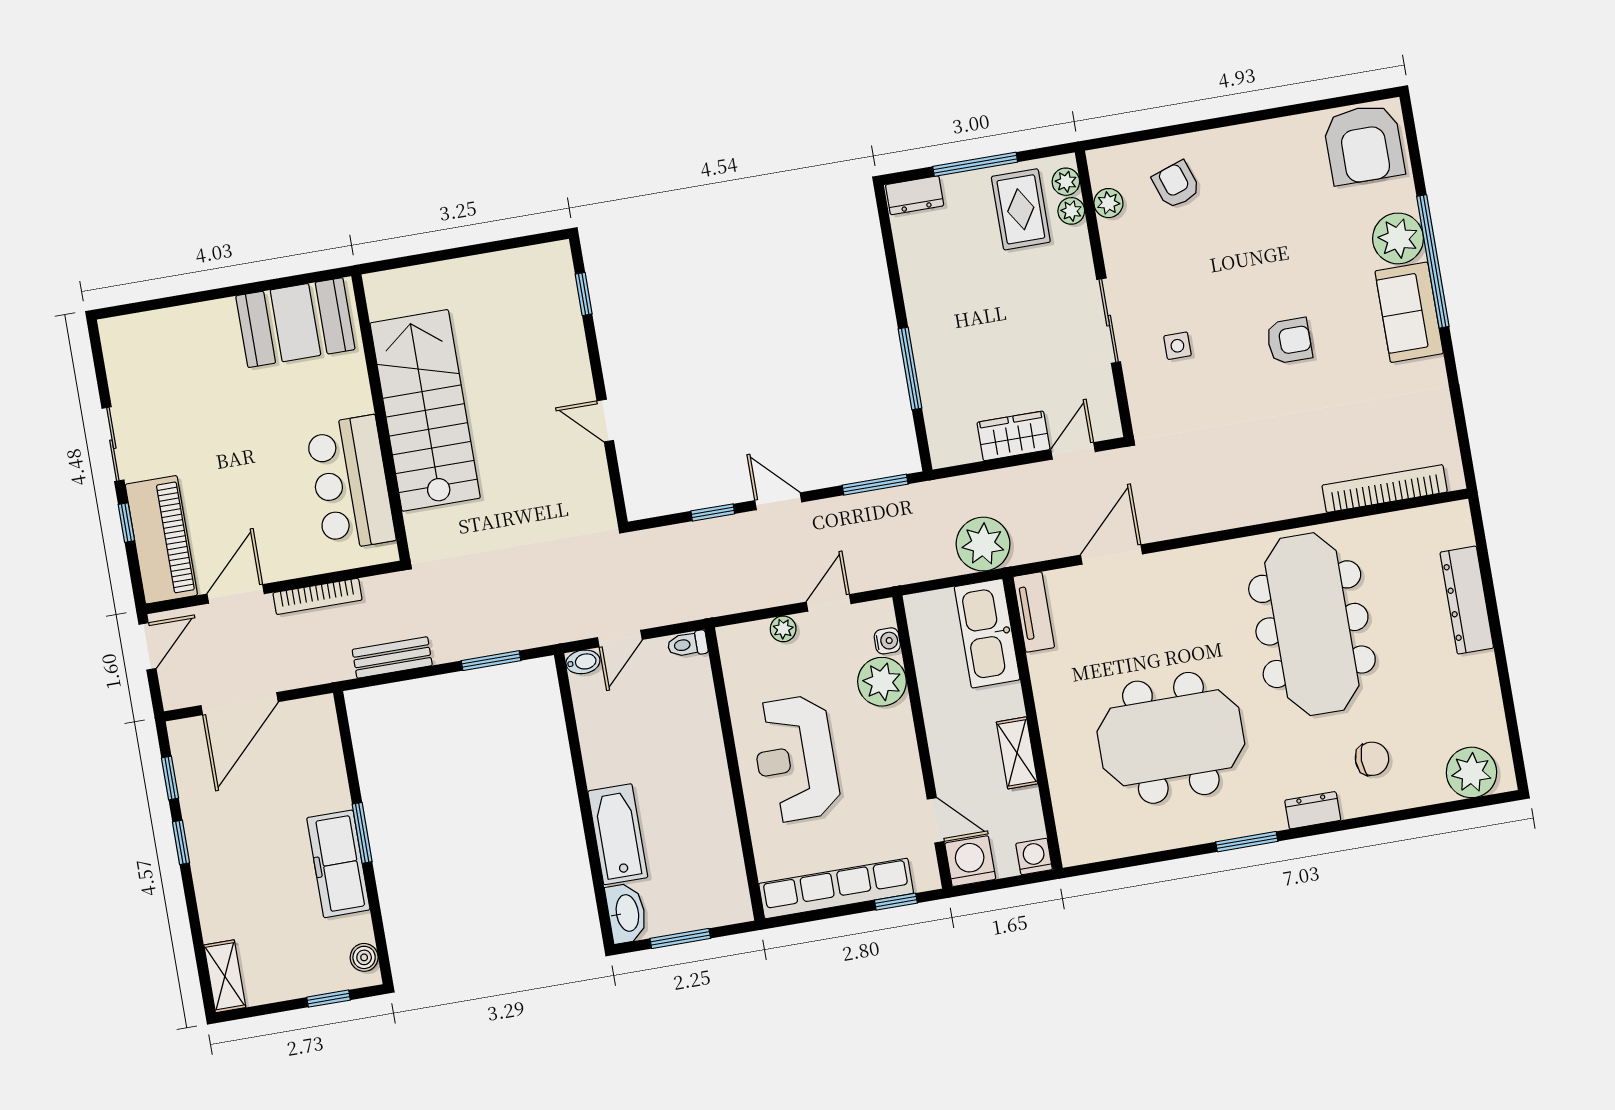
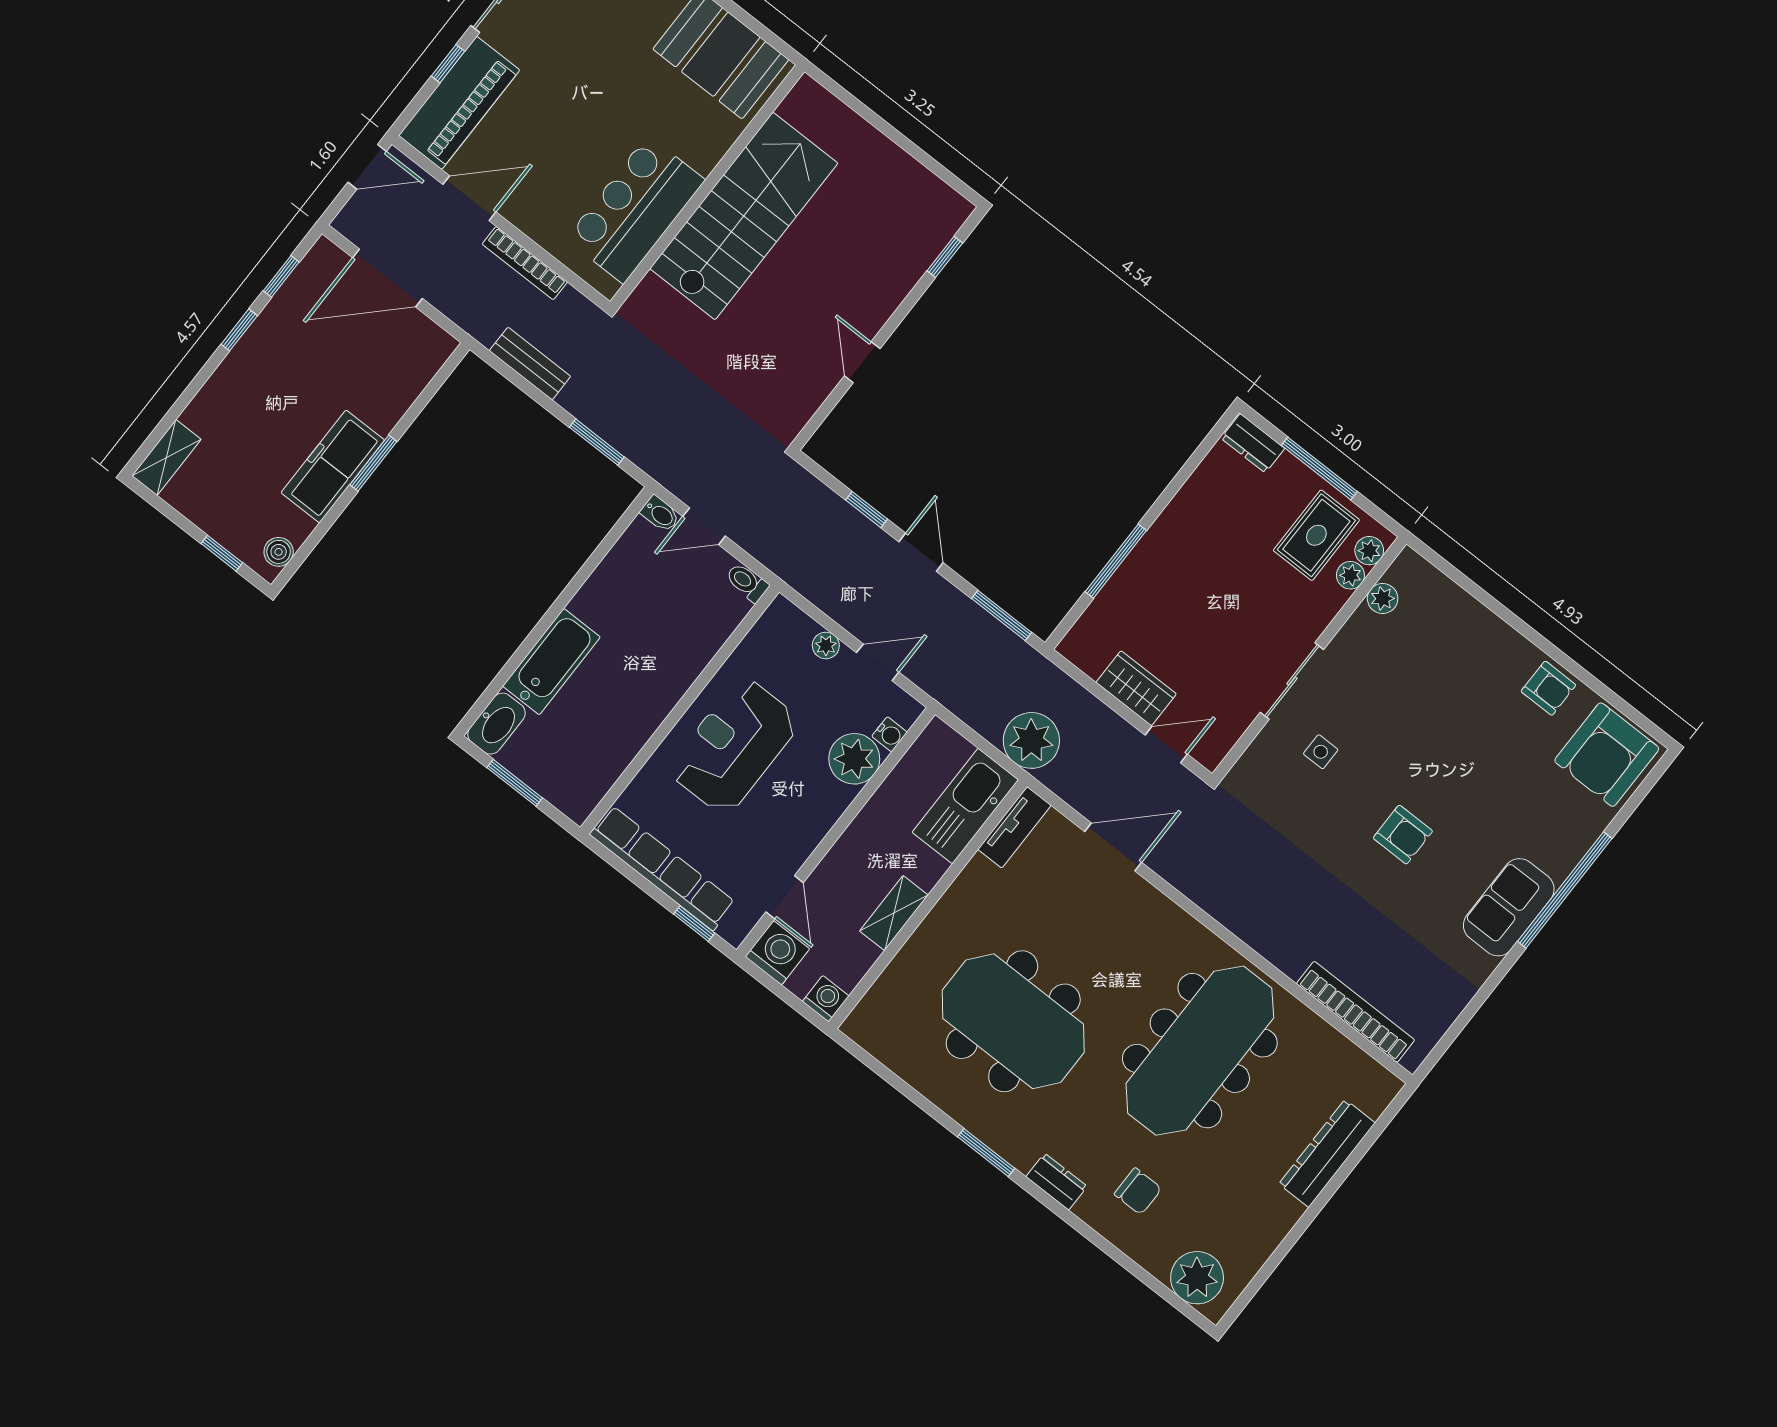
armchair: (1176, 185) -> (1548, 688), moved, turned 109
plant: (1398, 238) -> (1558, 847), removed

